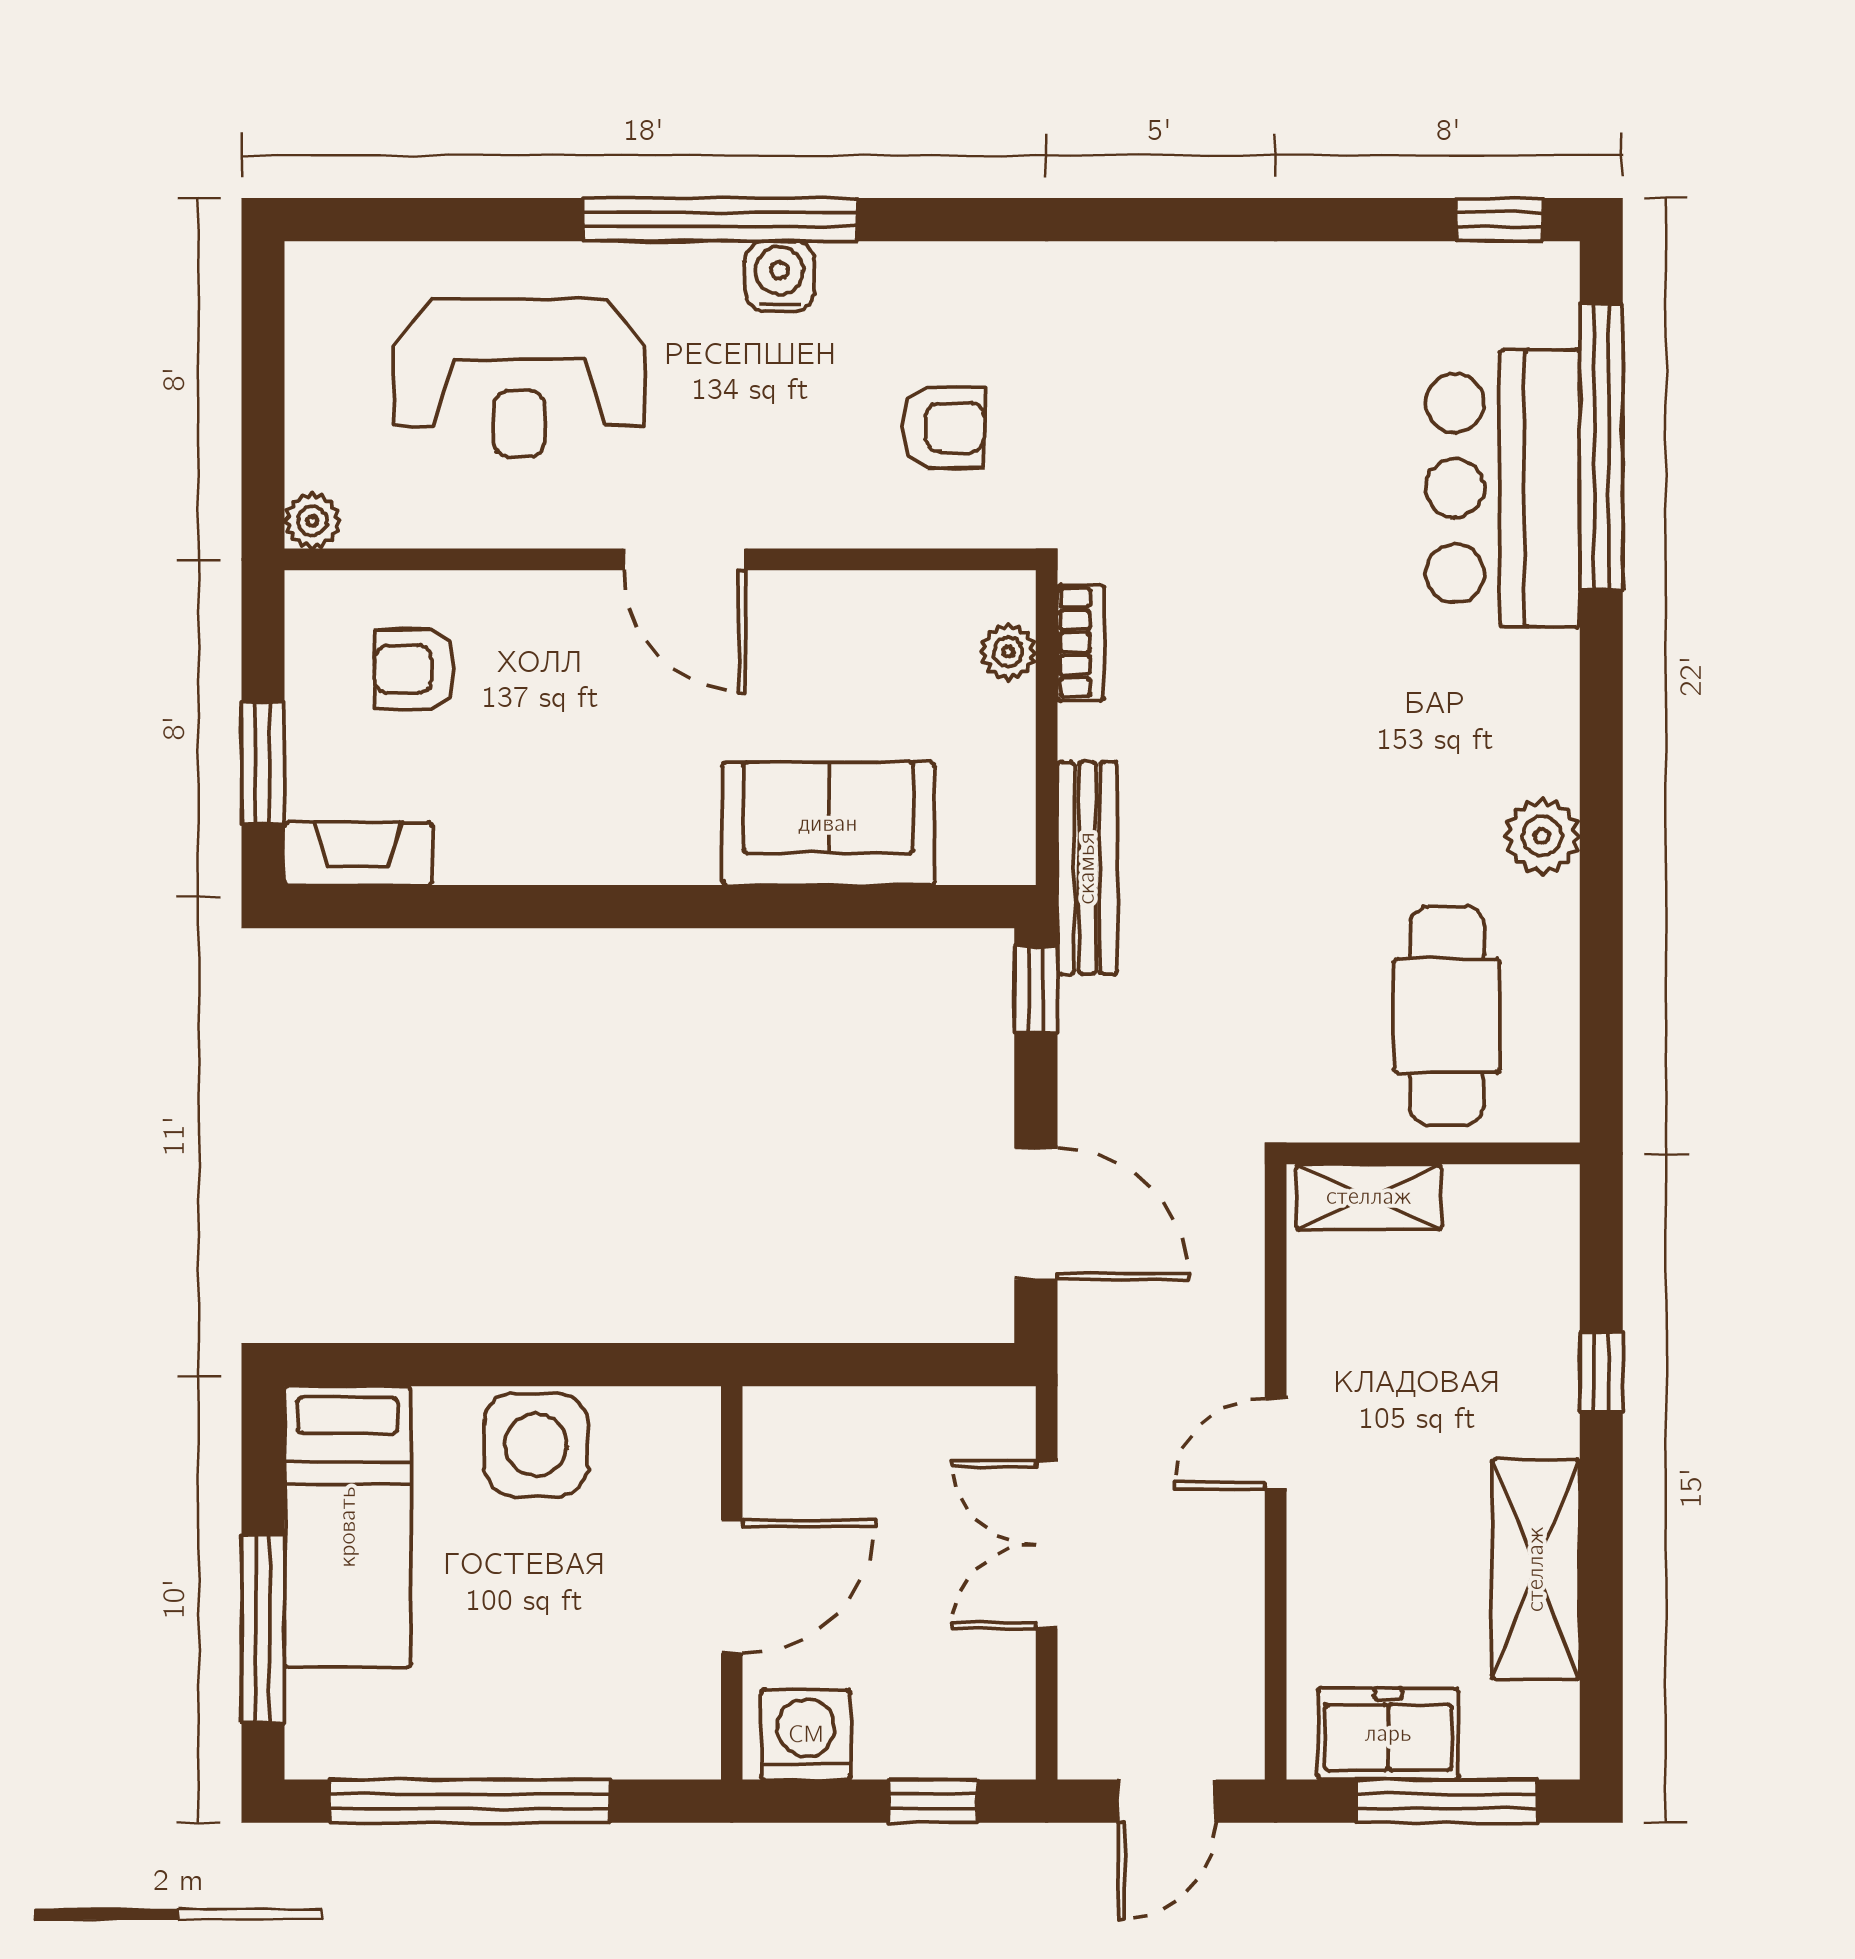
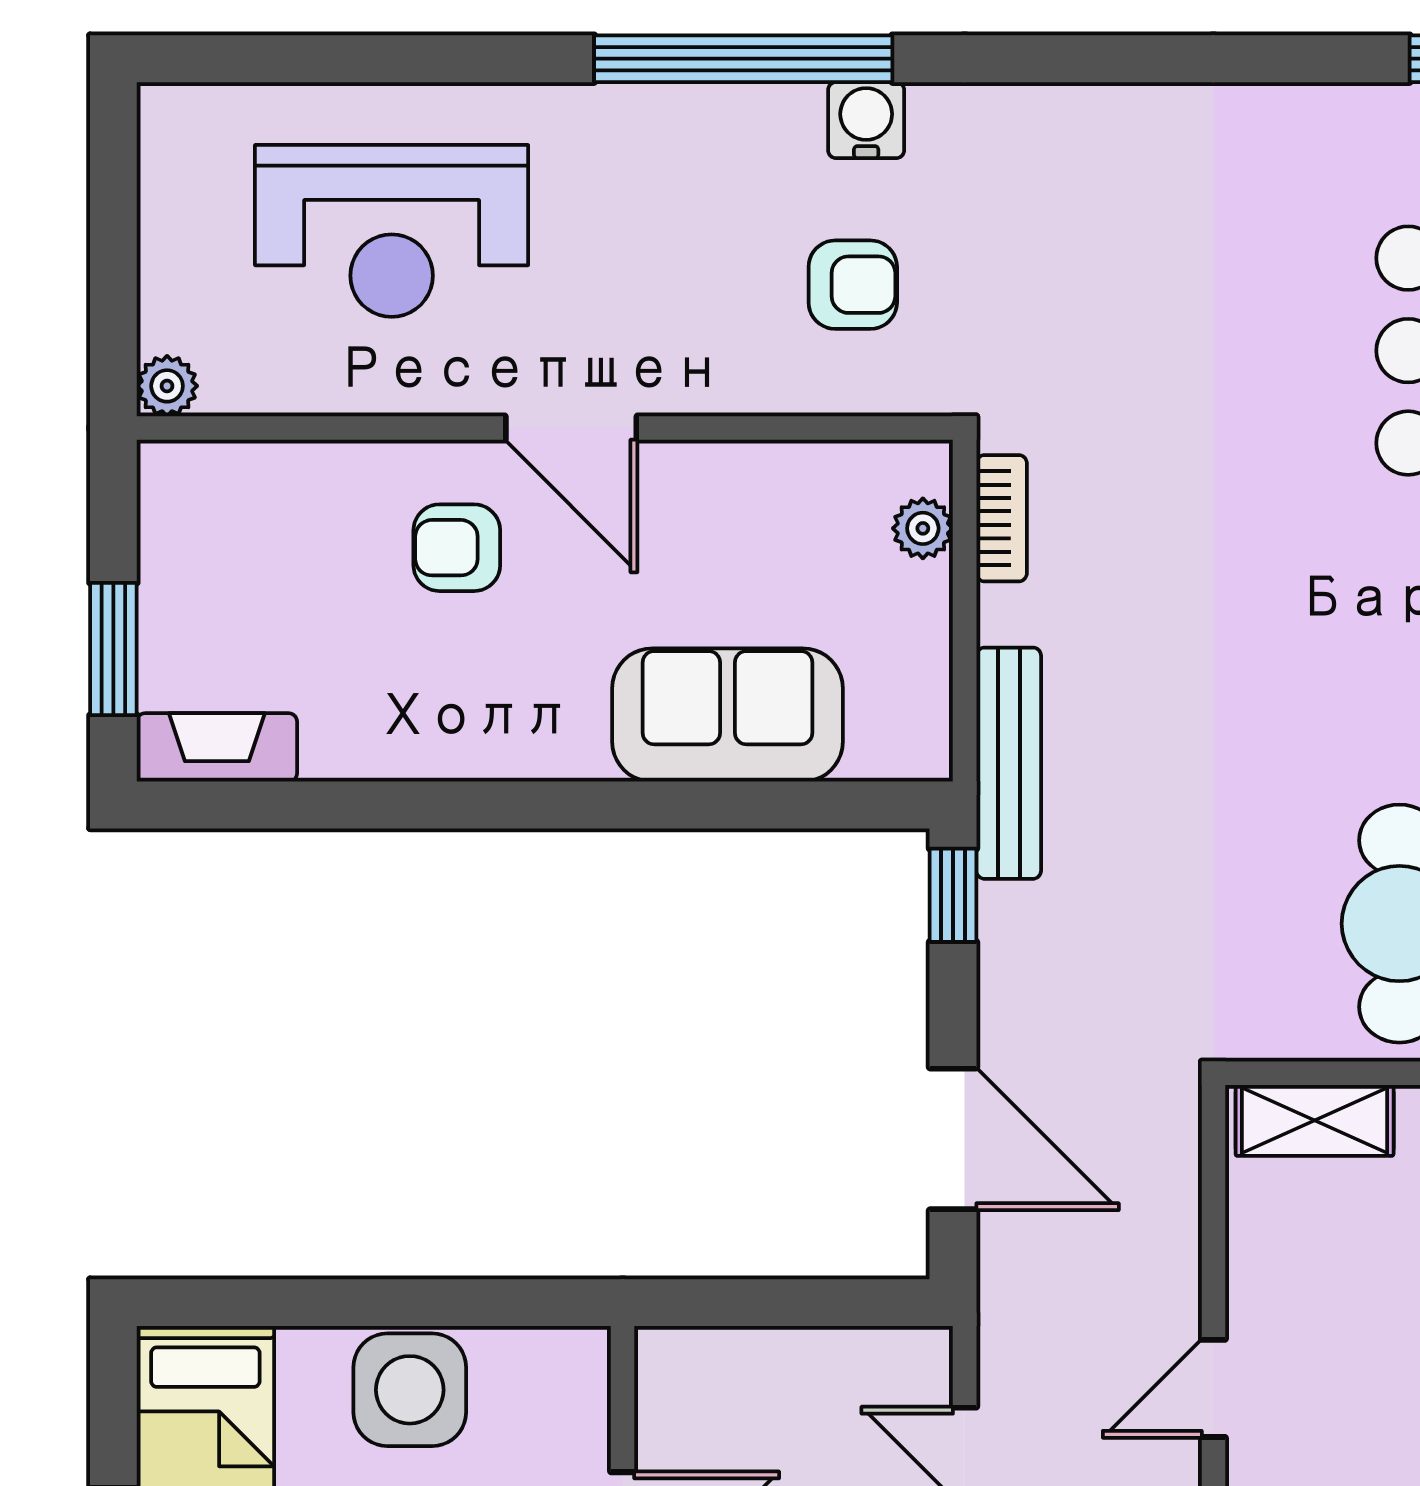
window: (720, 220) -> (743, 59), moved
water cooler: (780, 276) -> (866, 120), moved
armchair: (414, 669) -> (457, 548), moved

